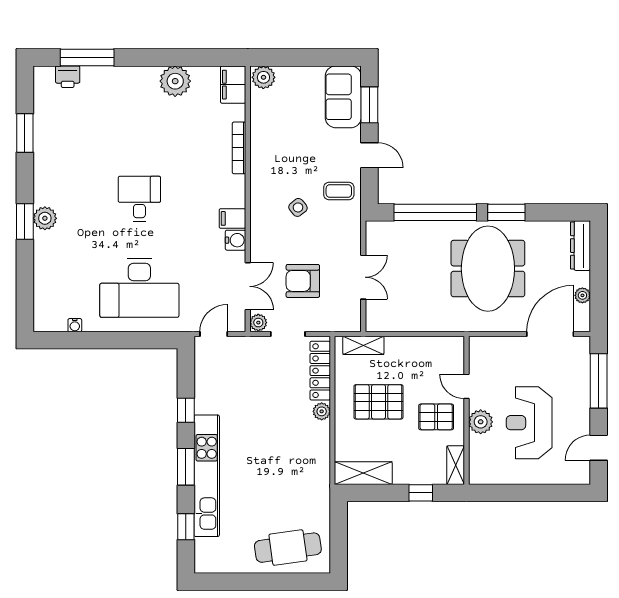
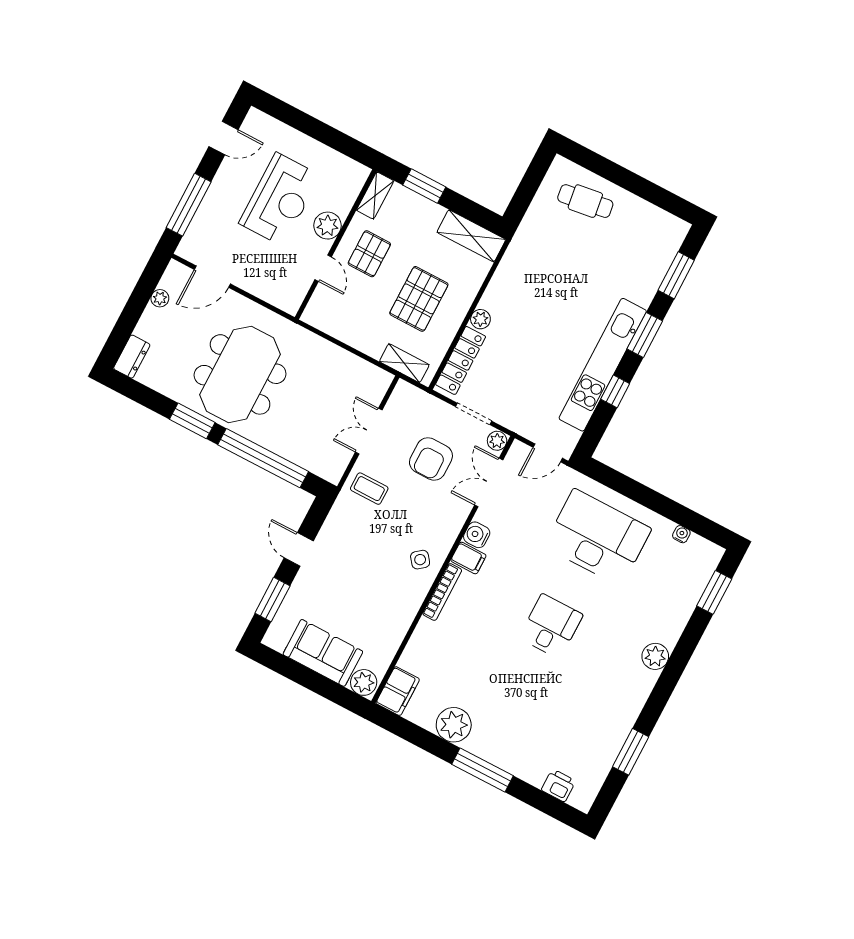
window: (87, 57) -> (482, 770), moved
sofa: (343, 97) -> (323, 653), moved, turned -90
bookcase: (239, 148) -> (442, 592), moved
coffee table: (339, 191) -> (369, 489), moved
desk: (139, 199) -> (551, 626), turned 180
side table: (298, 207) -> (420, 560), moved
window: (25, 221) -> (714, 592), moved
dresser: (581, 246) -> (132, 357), width x0.70
armchair: (303, 281) -> (431, 459), turned 90
door: (550, 334) -> (212, 277), width x0.73
pallet: (378, 402) -> (419, 299), turned 90
pallet: (436, 417) -> (369, 254), turned 90
kitchen unit: (207, 476) -> (603, 365), moved
window: (421, 493) -> (424, 186), width x1.50
window: (186, 527) -> (676, 275), width x1.50
cafe table: (288, 548) -> (585, 201), width x0.73, depth x0.74

